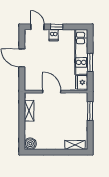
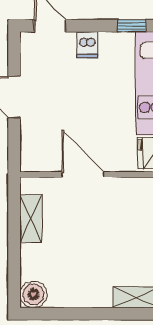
window: (57, 27) -> (132, 26), moved

